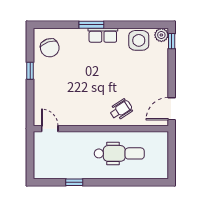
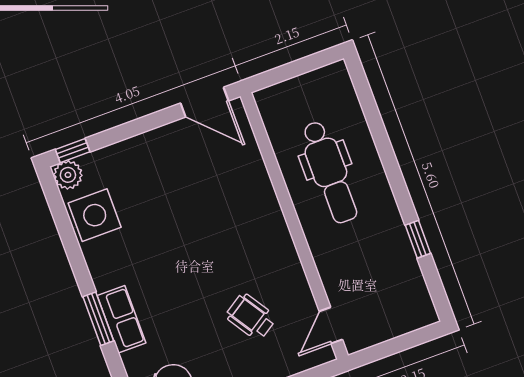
row of seats: (103, 35) -> (121, 319), moved
wheelchair: (121, 110) -> (251, 317), moved
dental chair: (119, 153) -> (329, 172), turned 180

